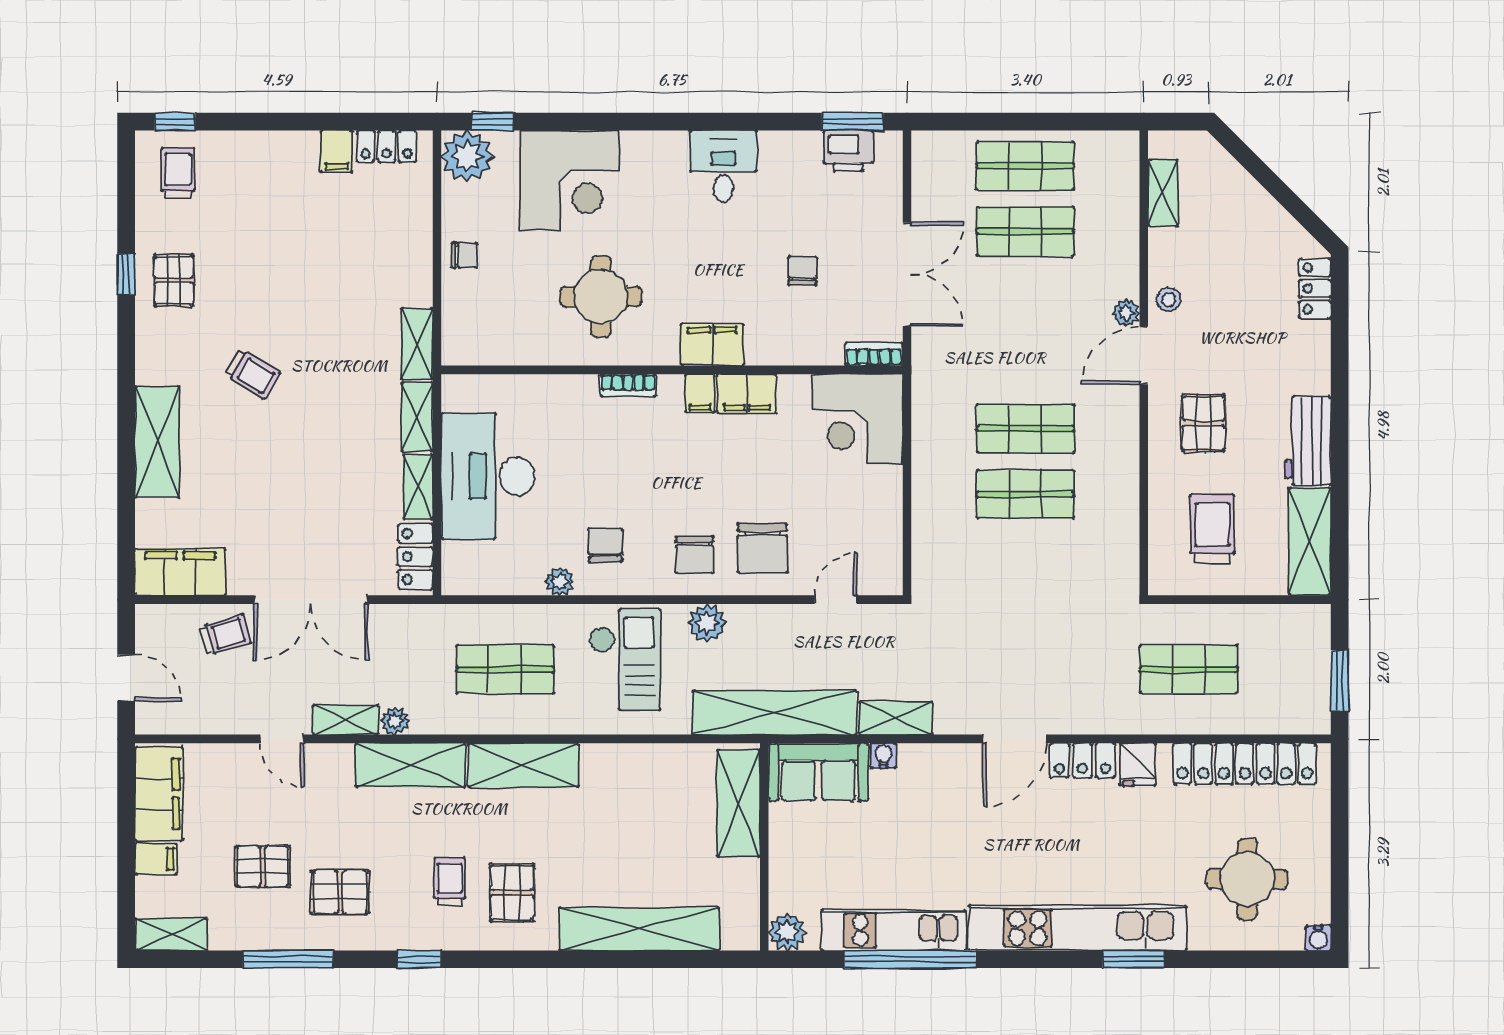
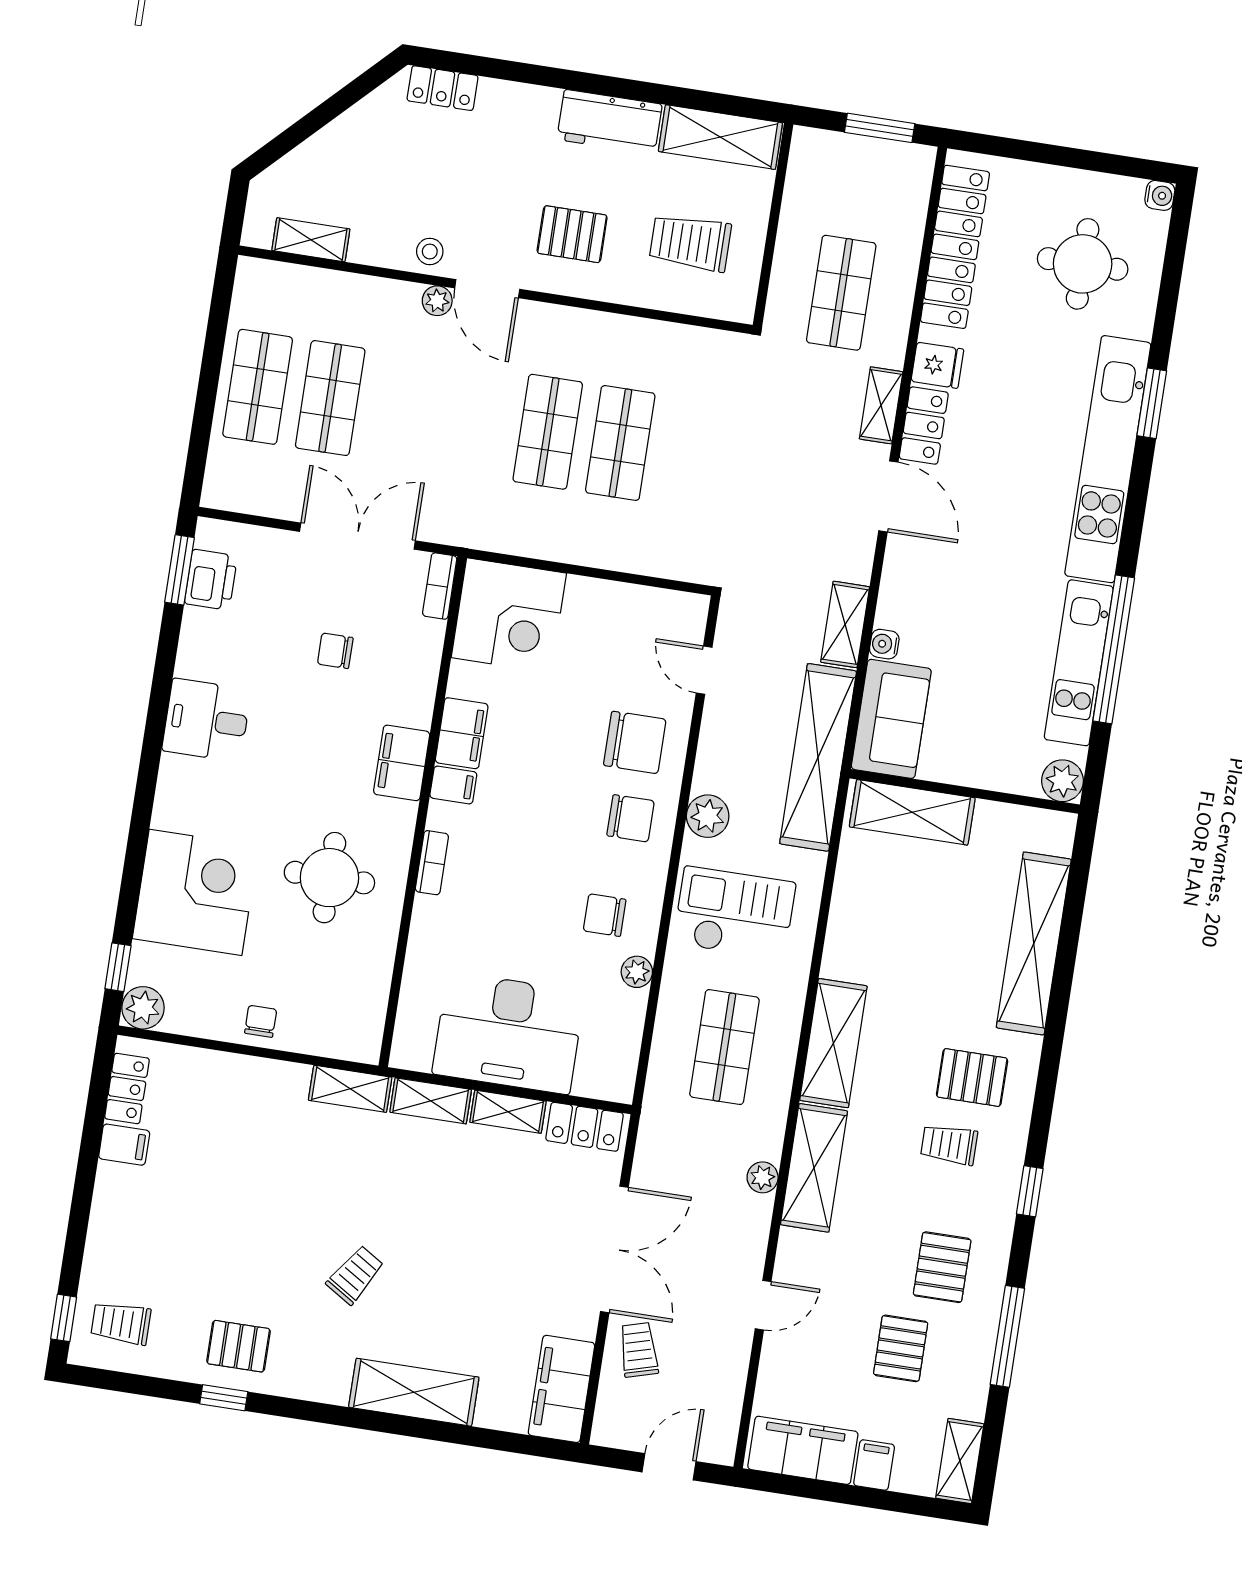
plant: (467, 156) -> (143, 1008), width x0.73, depth x0.73
shelving: (346, 720) -> (881, 405), moved

